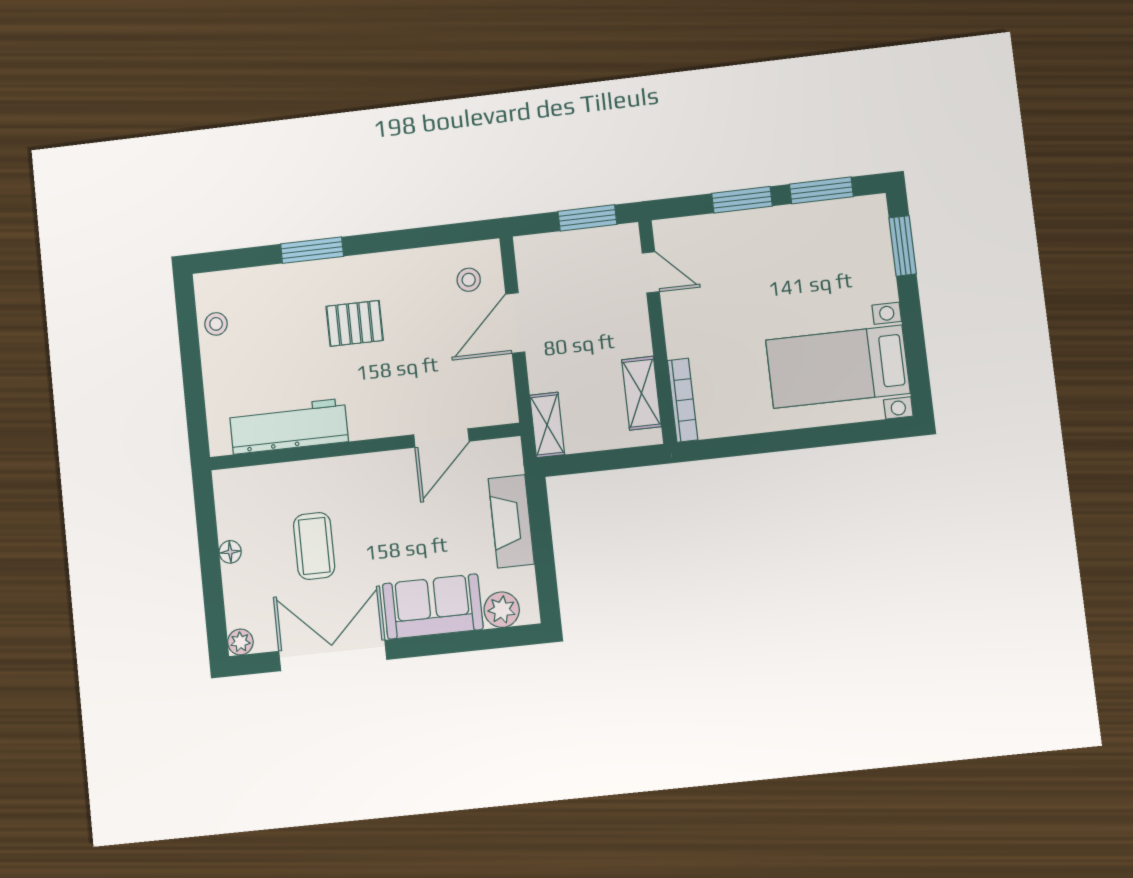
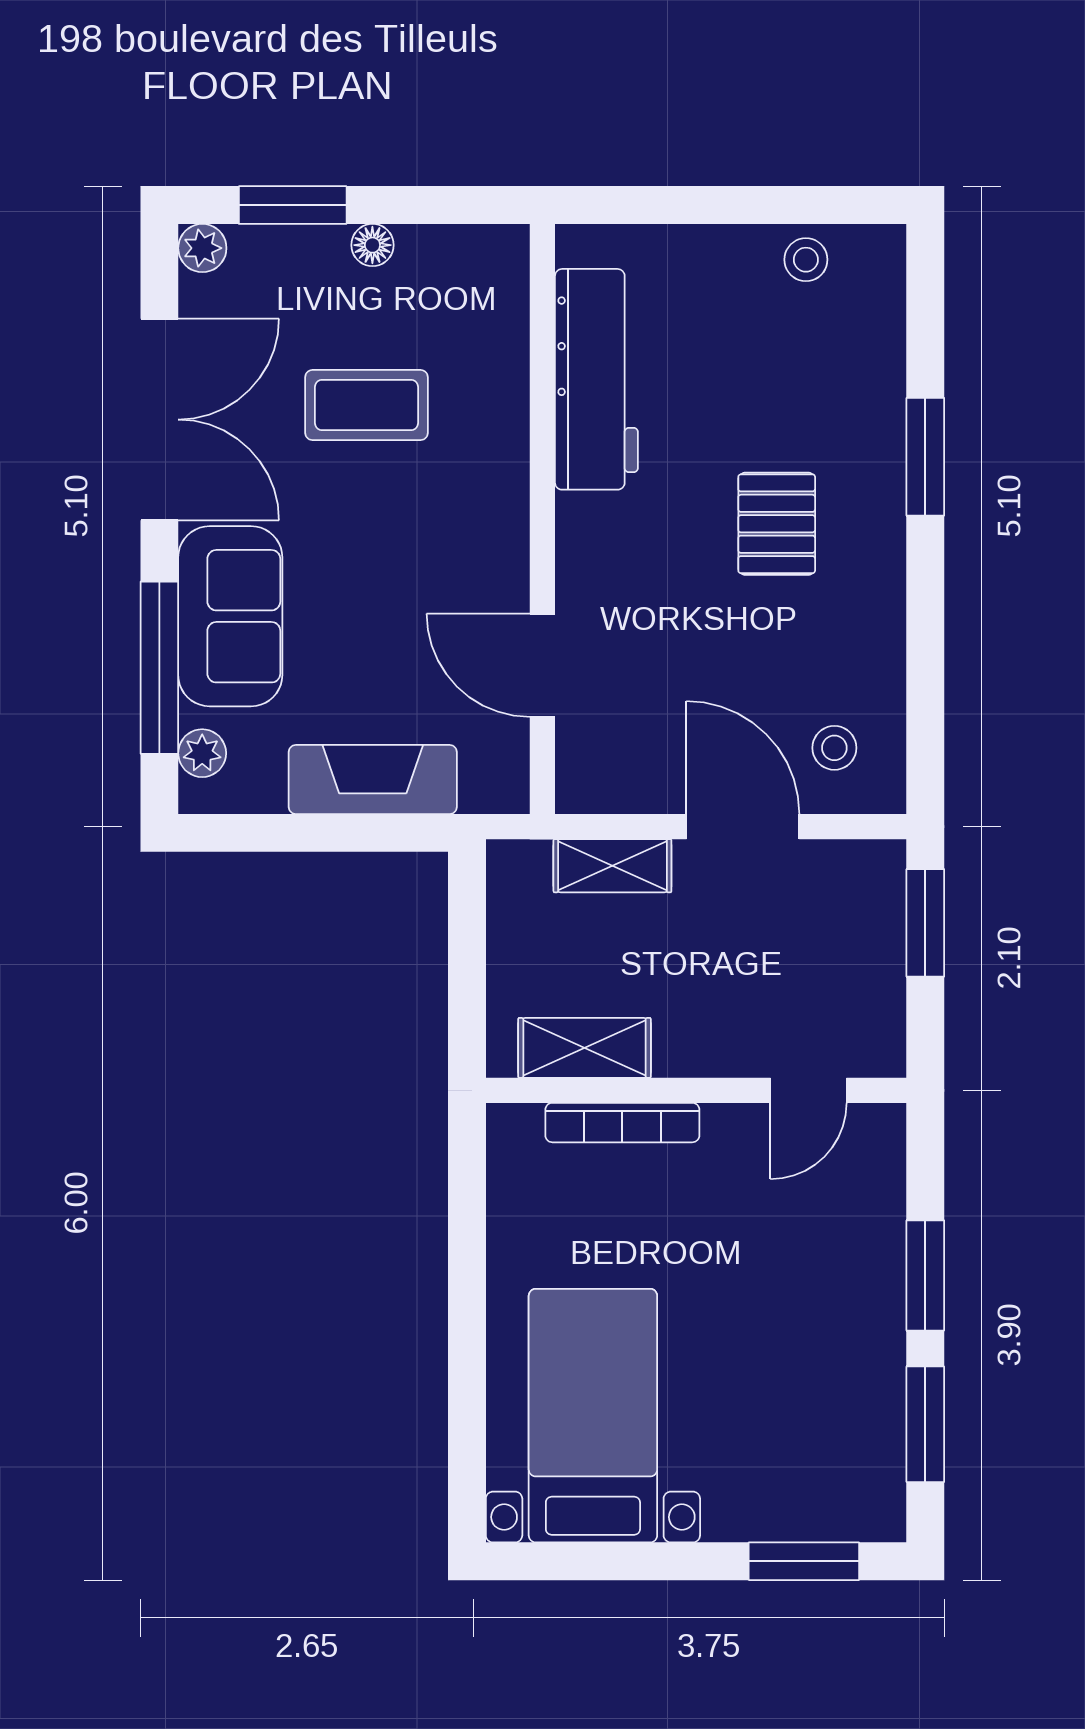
window: (587, 218) -> (925, 923), moved
bookcase: (683, 400) -> (622, 1123), moved
shelving: (547, 425) -> (612, 866), moved
window: (213, 596) -> (293, 205), added
plant: (502, 610) -> (202, 753), width x0.73, depth x0.73
window: (464, 642) -> (159, 668), added

